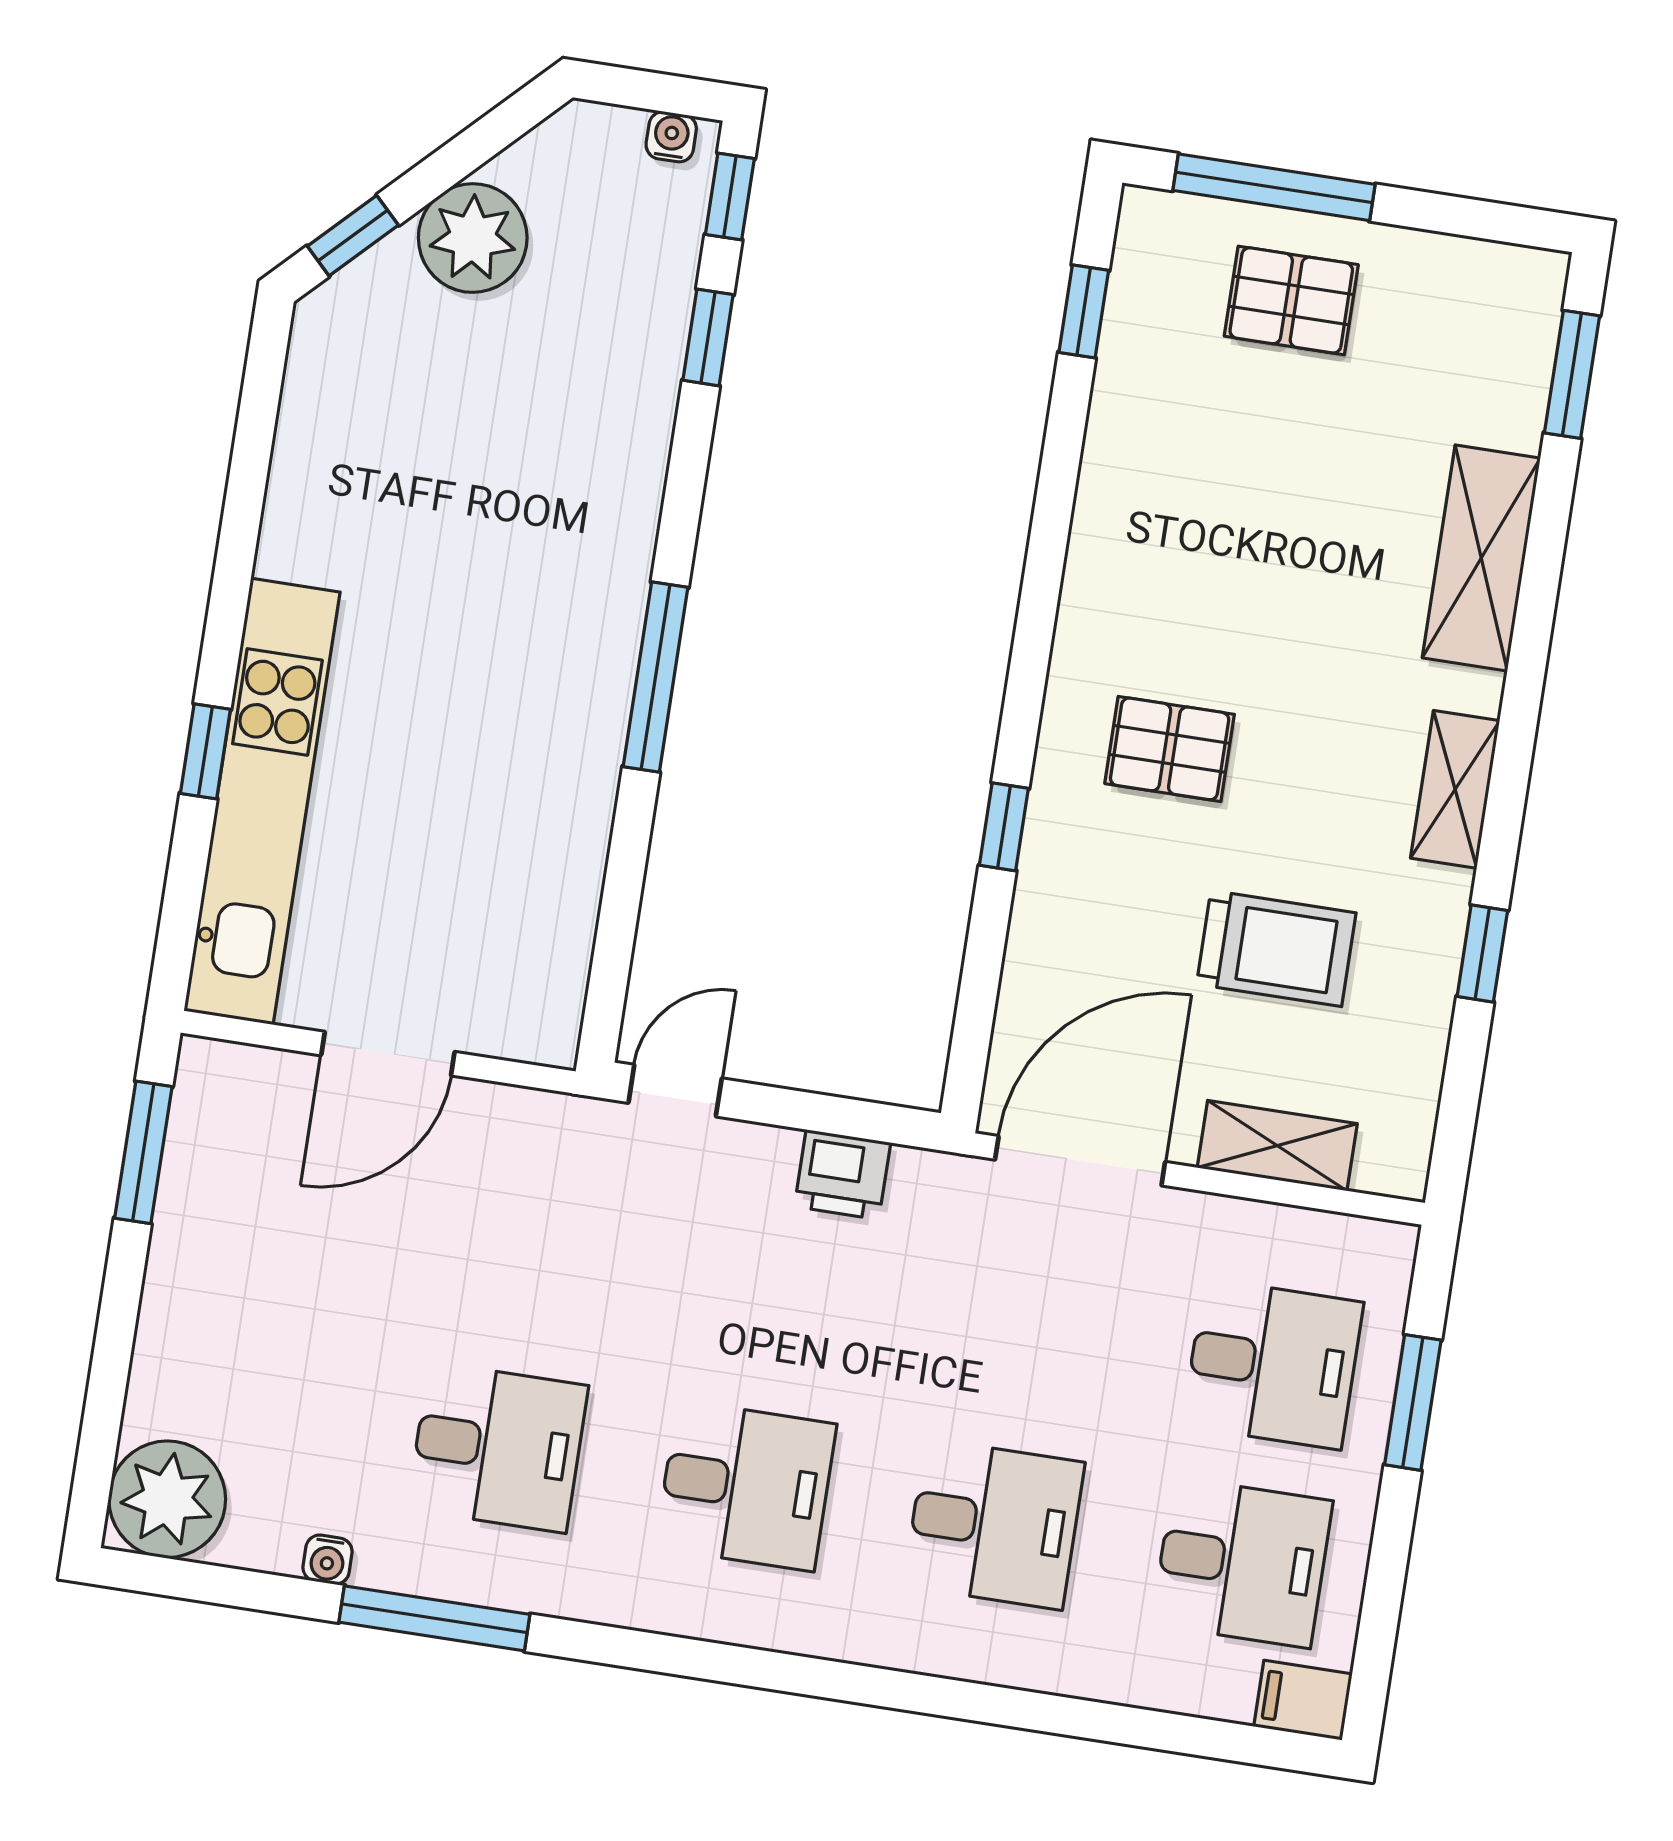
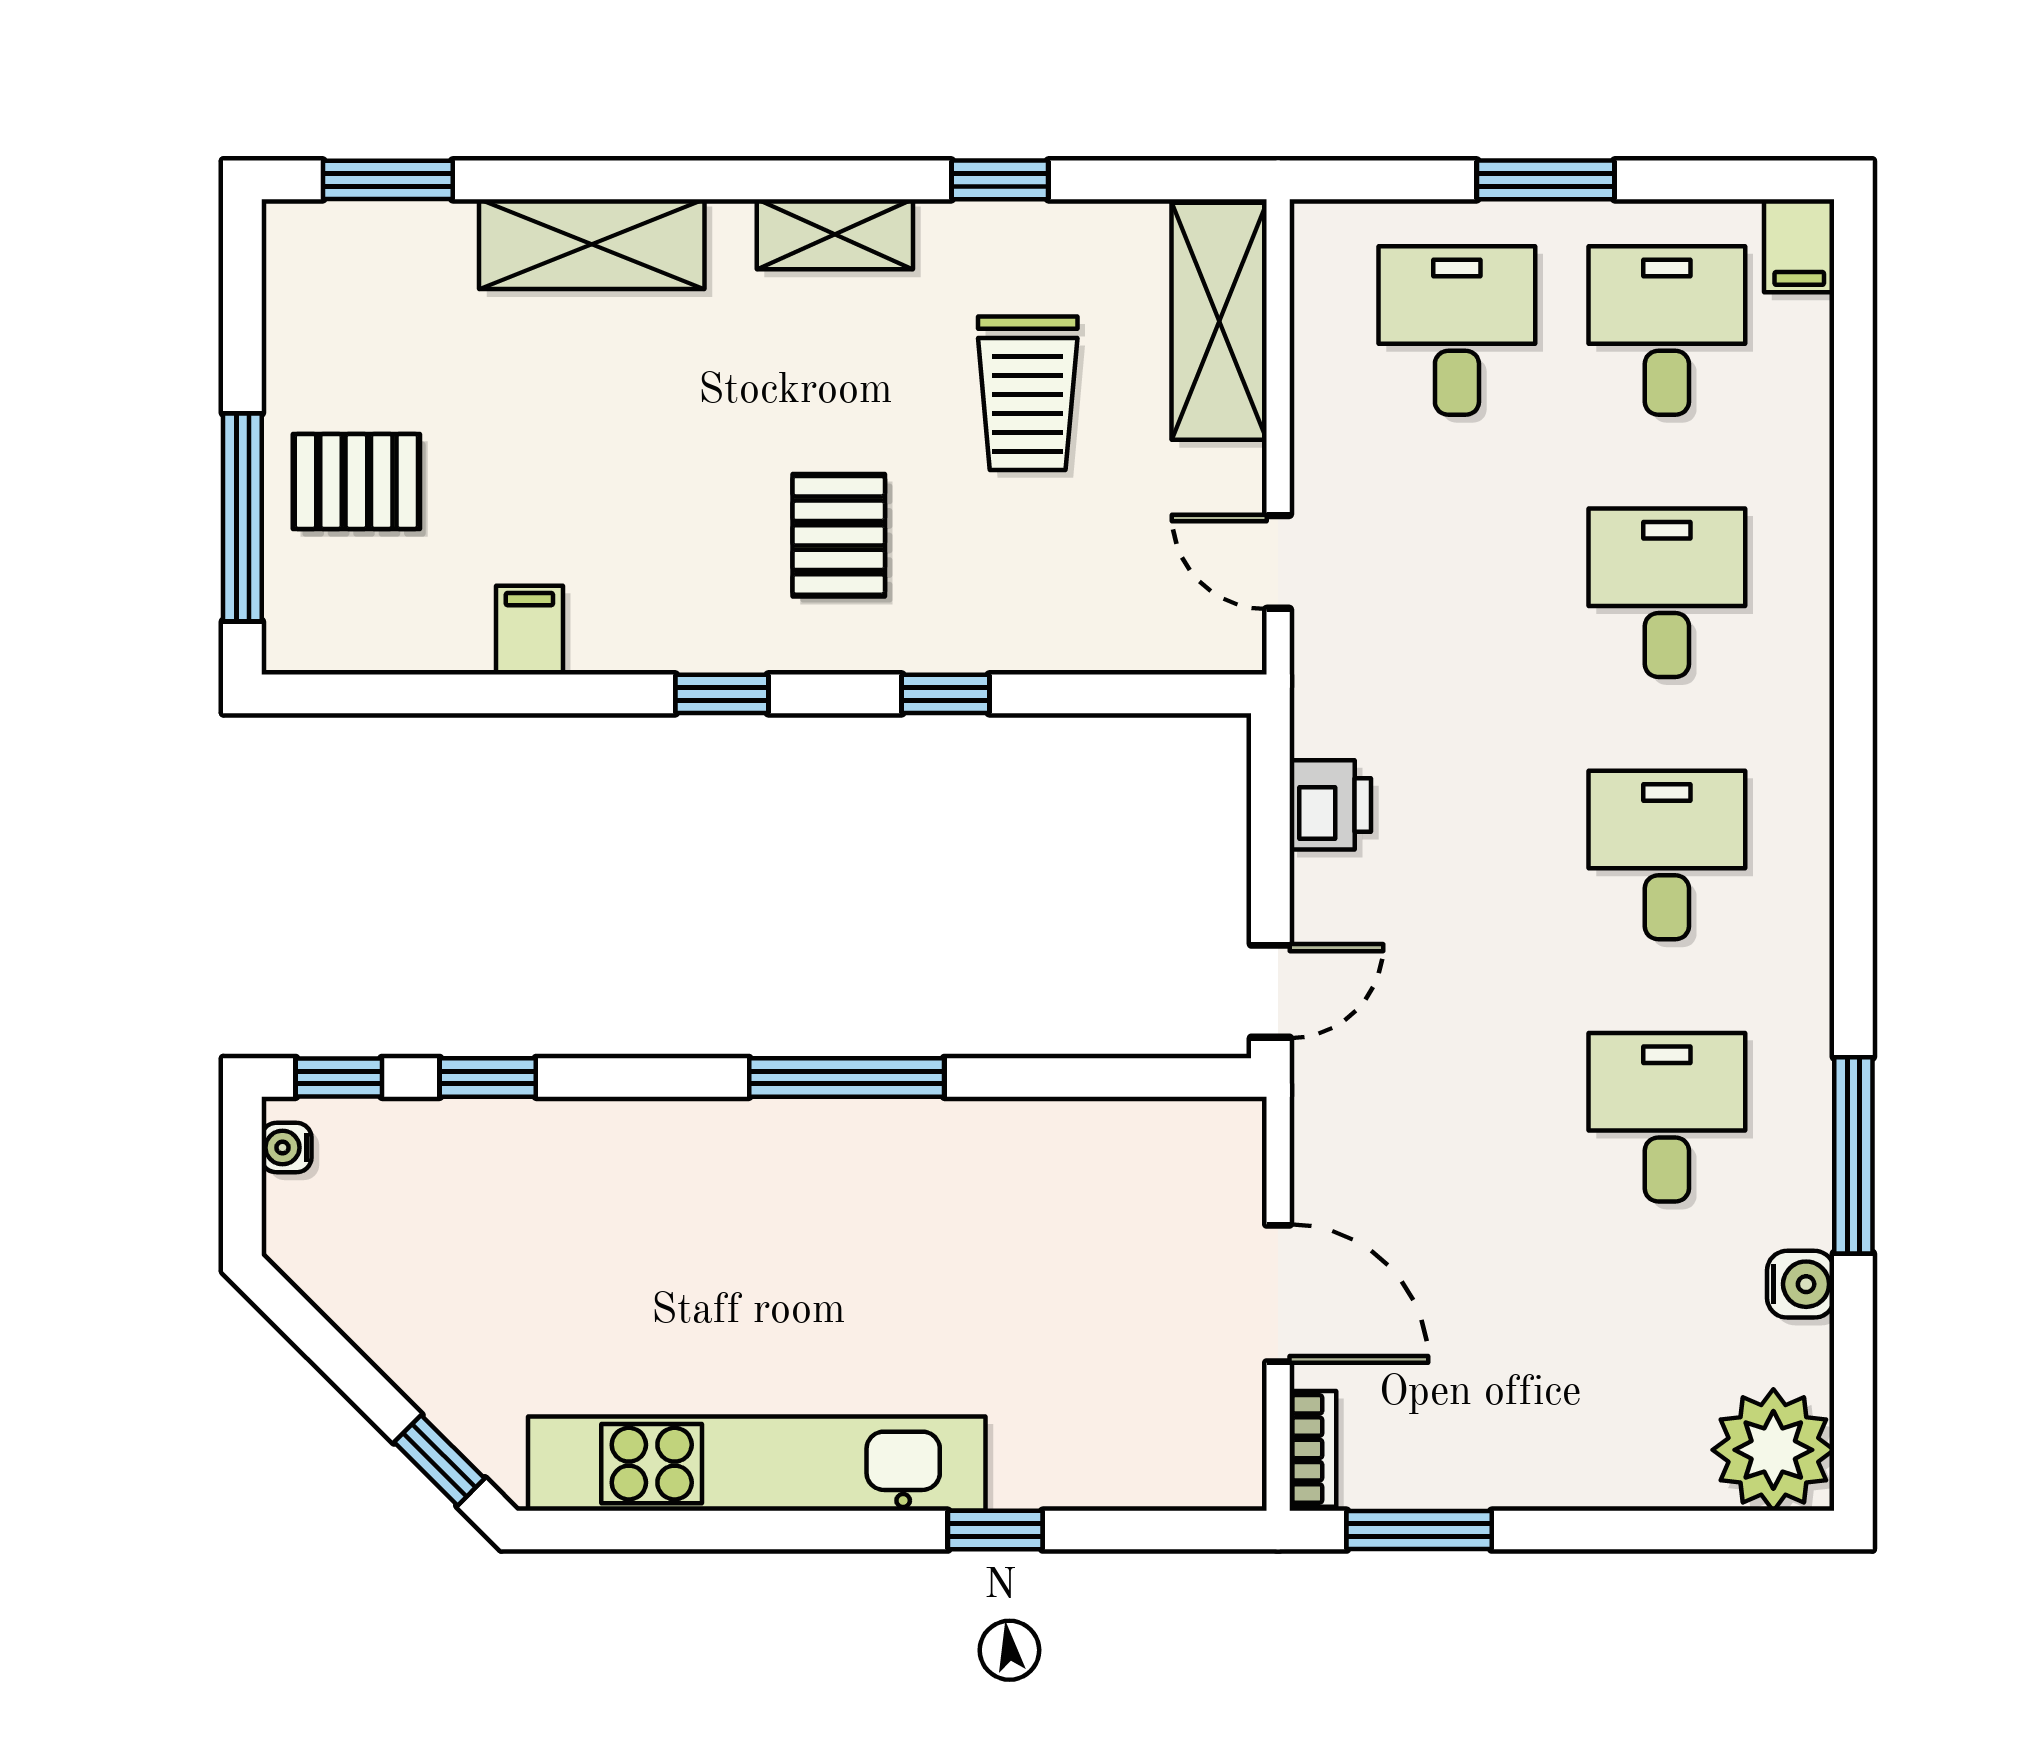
plant: (473, 238) -> (423, 1336), removed
pallet: (1291, 300) -> (356, 481), turned 90
window: (1084, 311) -> (722, 694), moved
filing cabinet: (1125, 442) -> (529, 630), added
kitchen unit: (262, 801) -> (757, 1464), moved
trolley: (1276, 949) -> (1028, 393), turned 180
bookcase: (236, 1064) -> (1313, 1449), added
door: (675, 1091) -> (1270, 991), swing flipped
shelving: (1277, 1146) -> (1219, 321), width x1.50, depth x1.33
door: (1080, 1161) -> (1278, 562), width x0.53
window: (1413, 1402) -> (1546, 180), moved
water cooler: (328, 1560) -> (1801, 1284), width x1.38, depth x1.38

